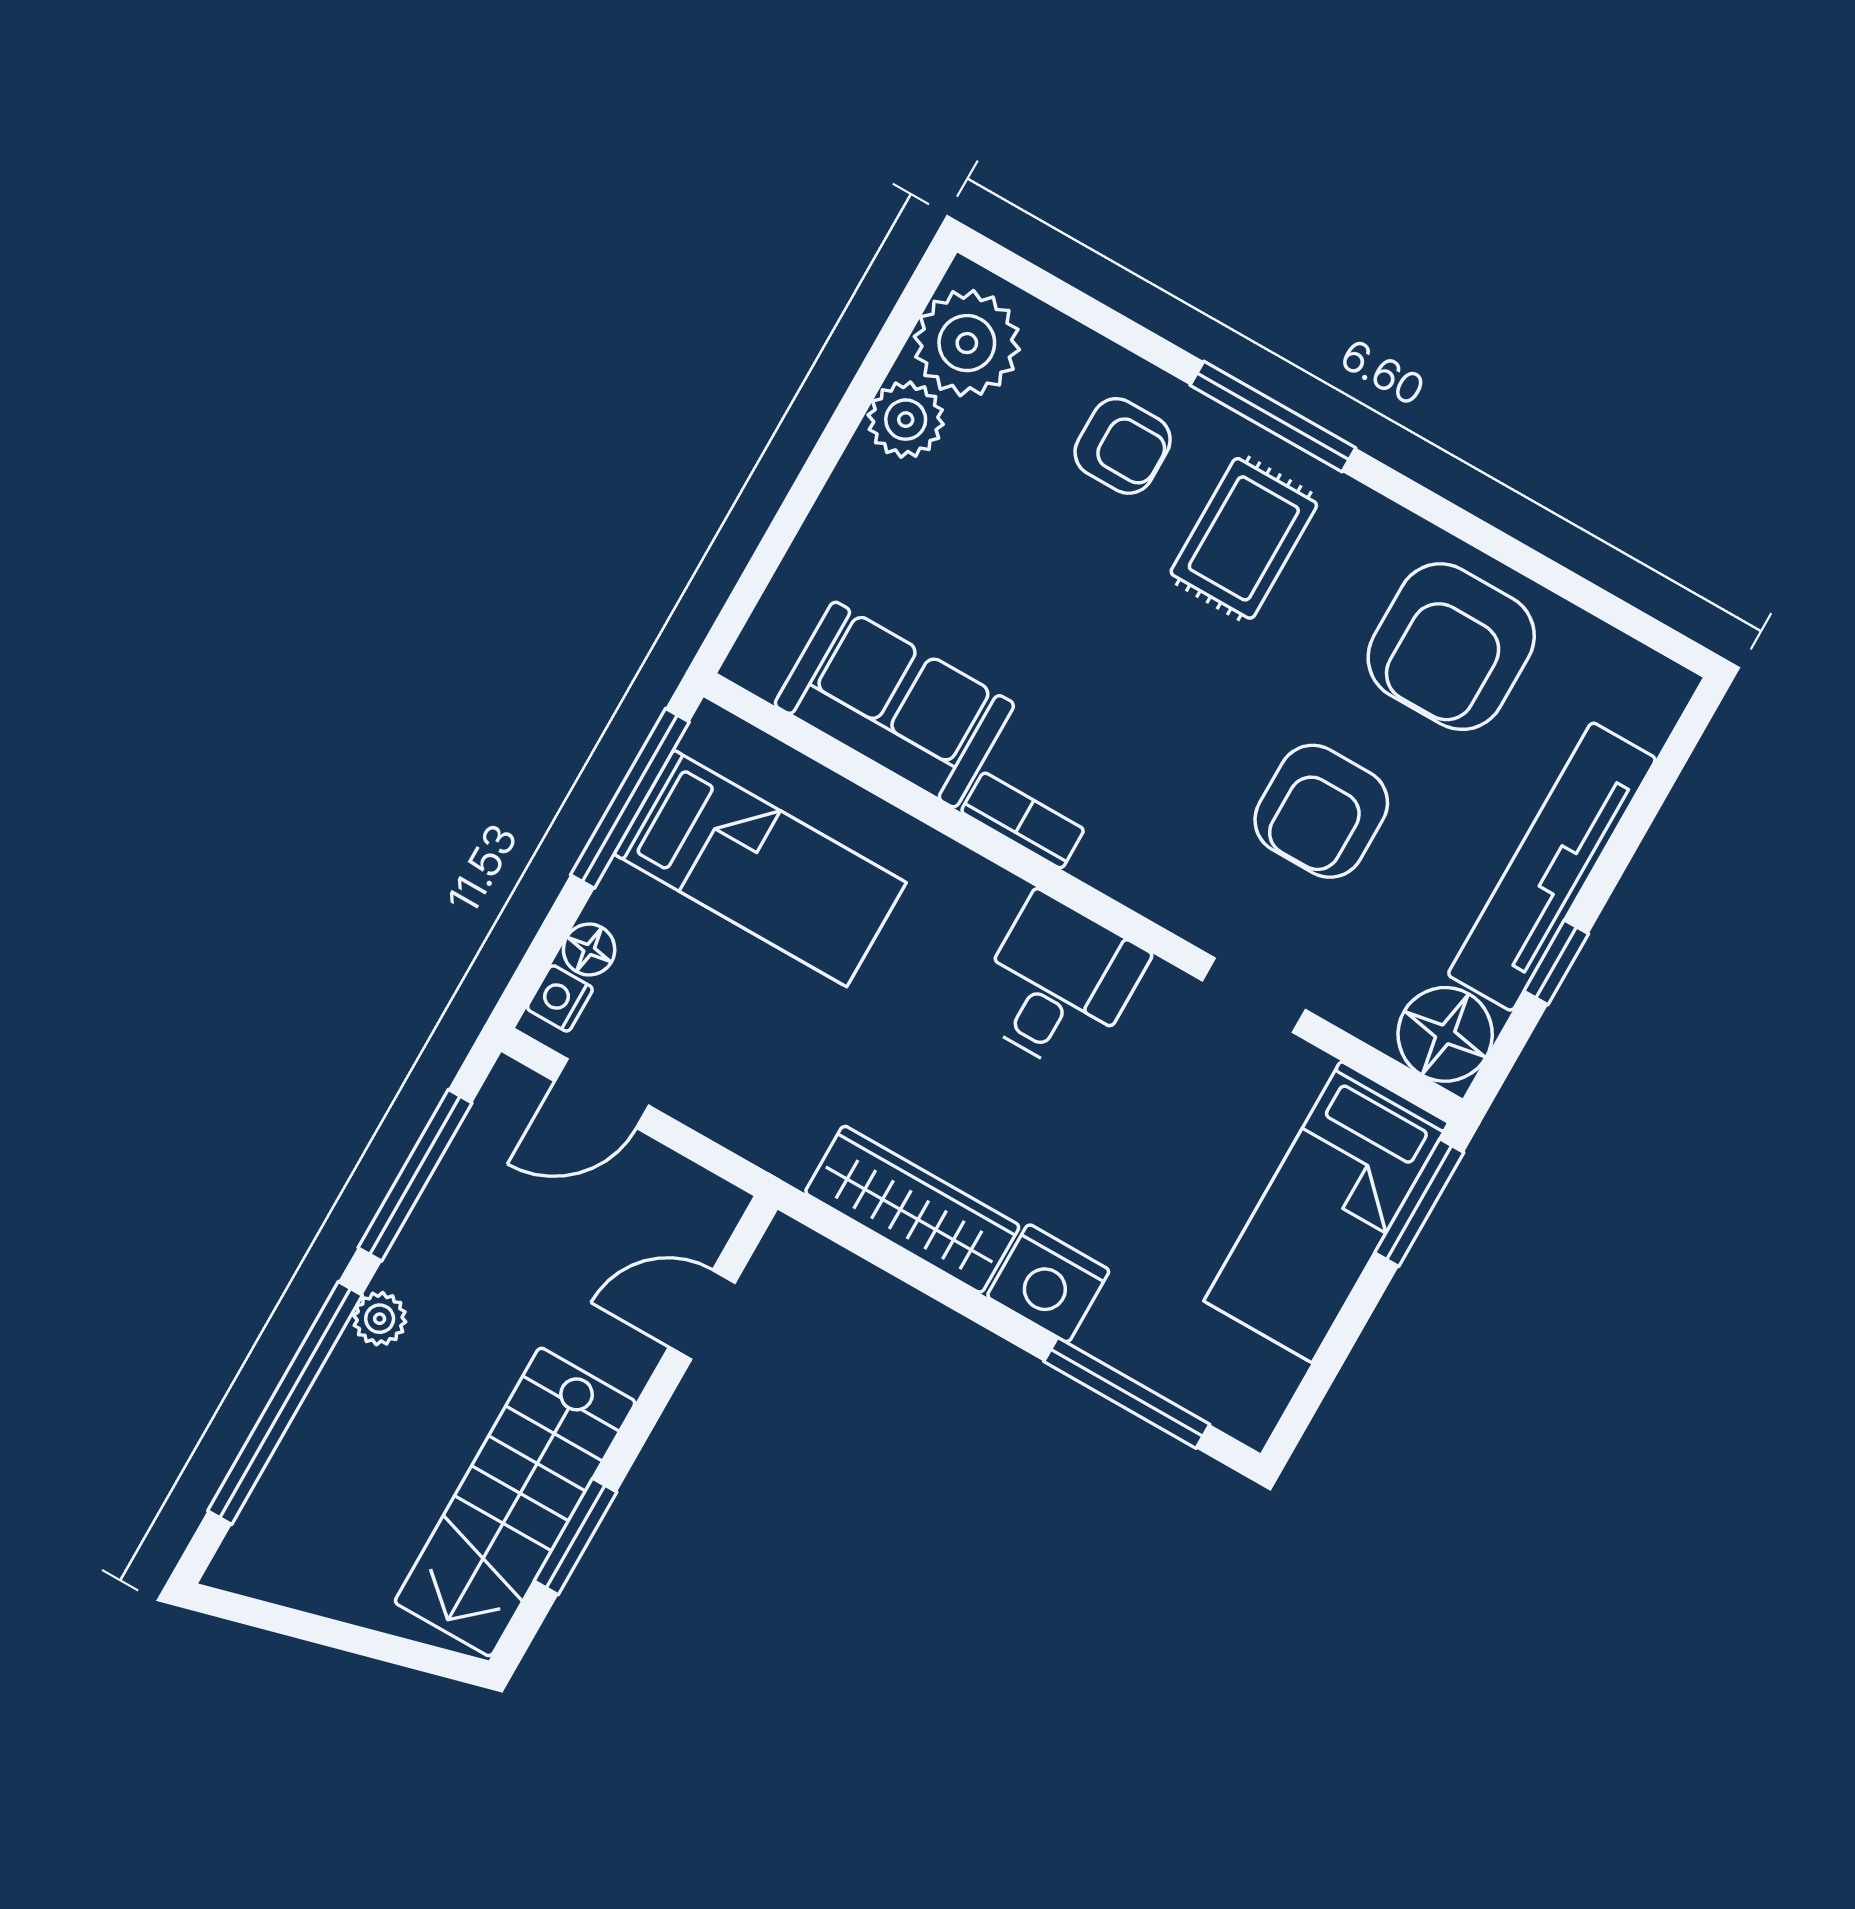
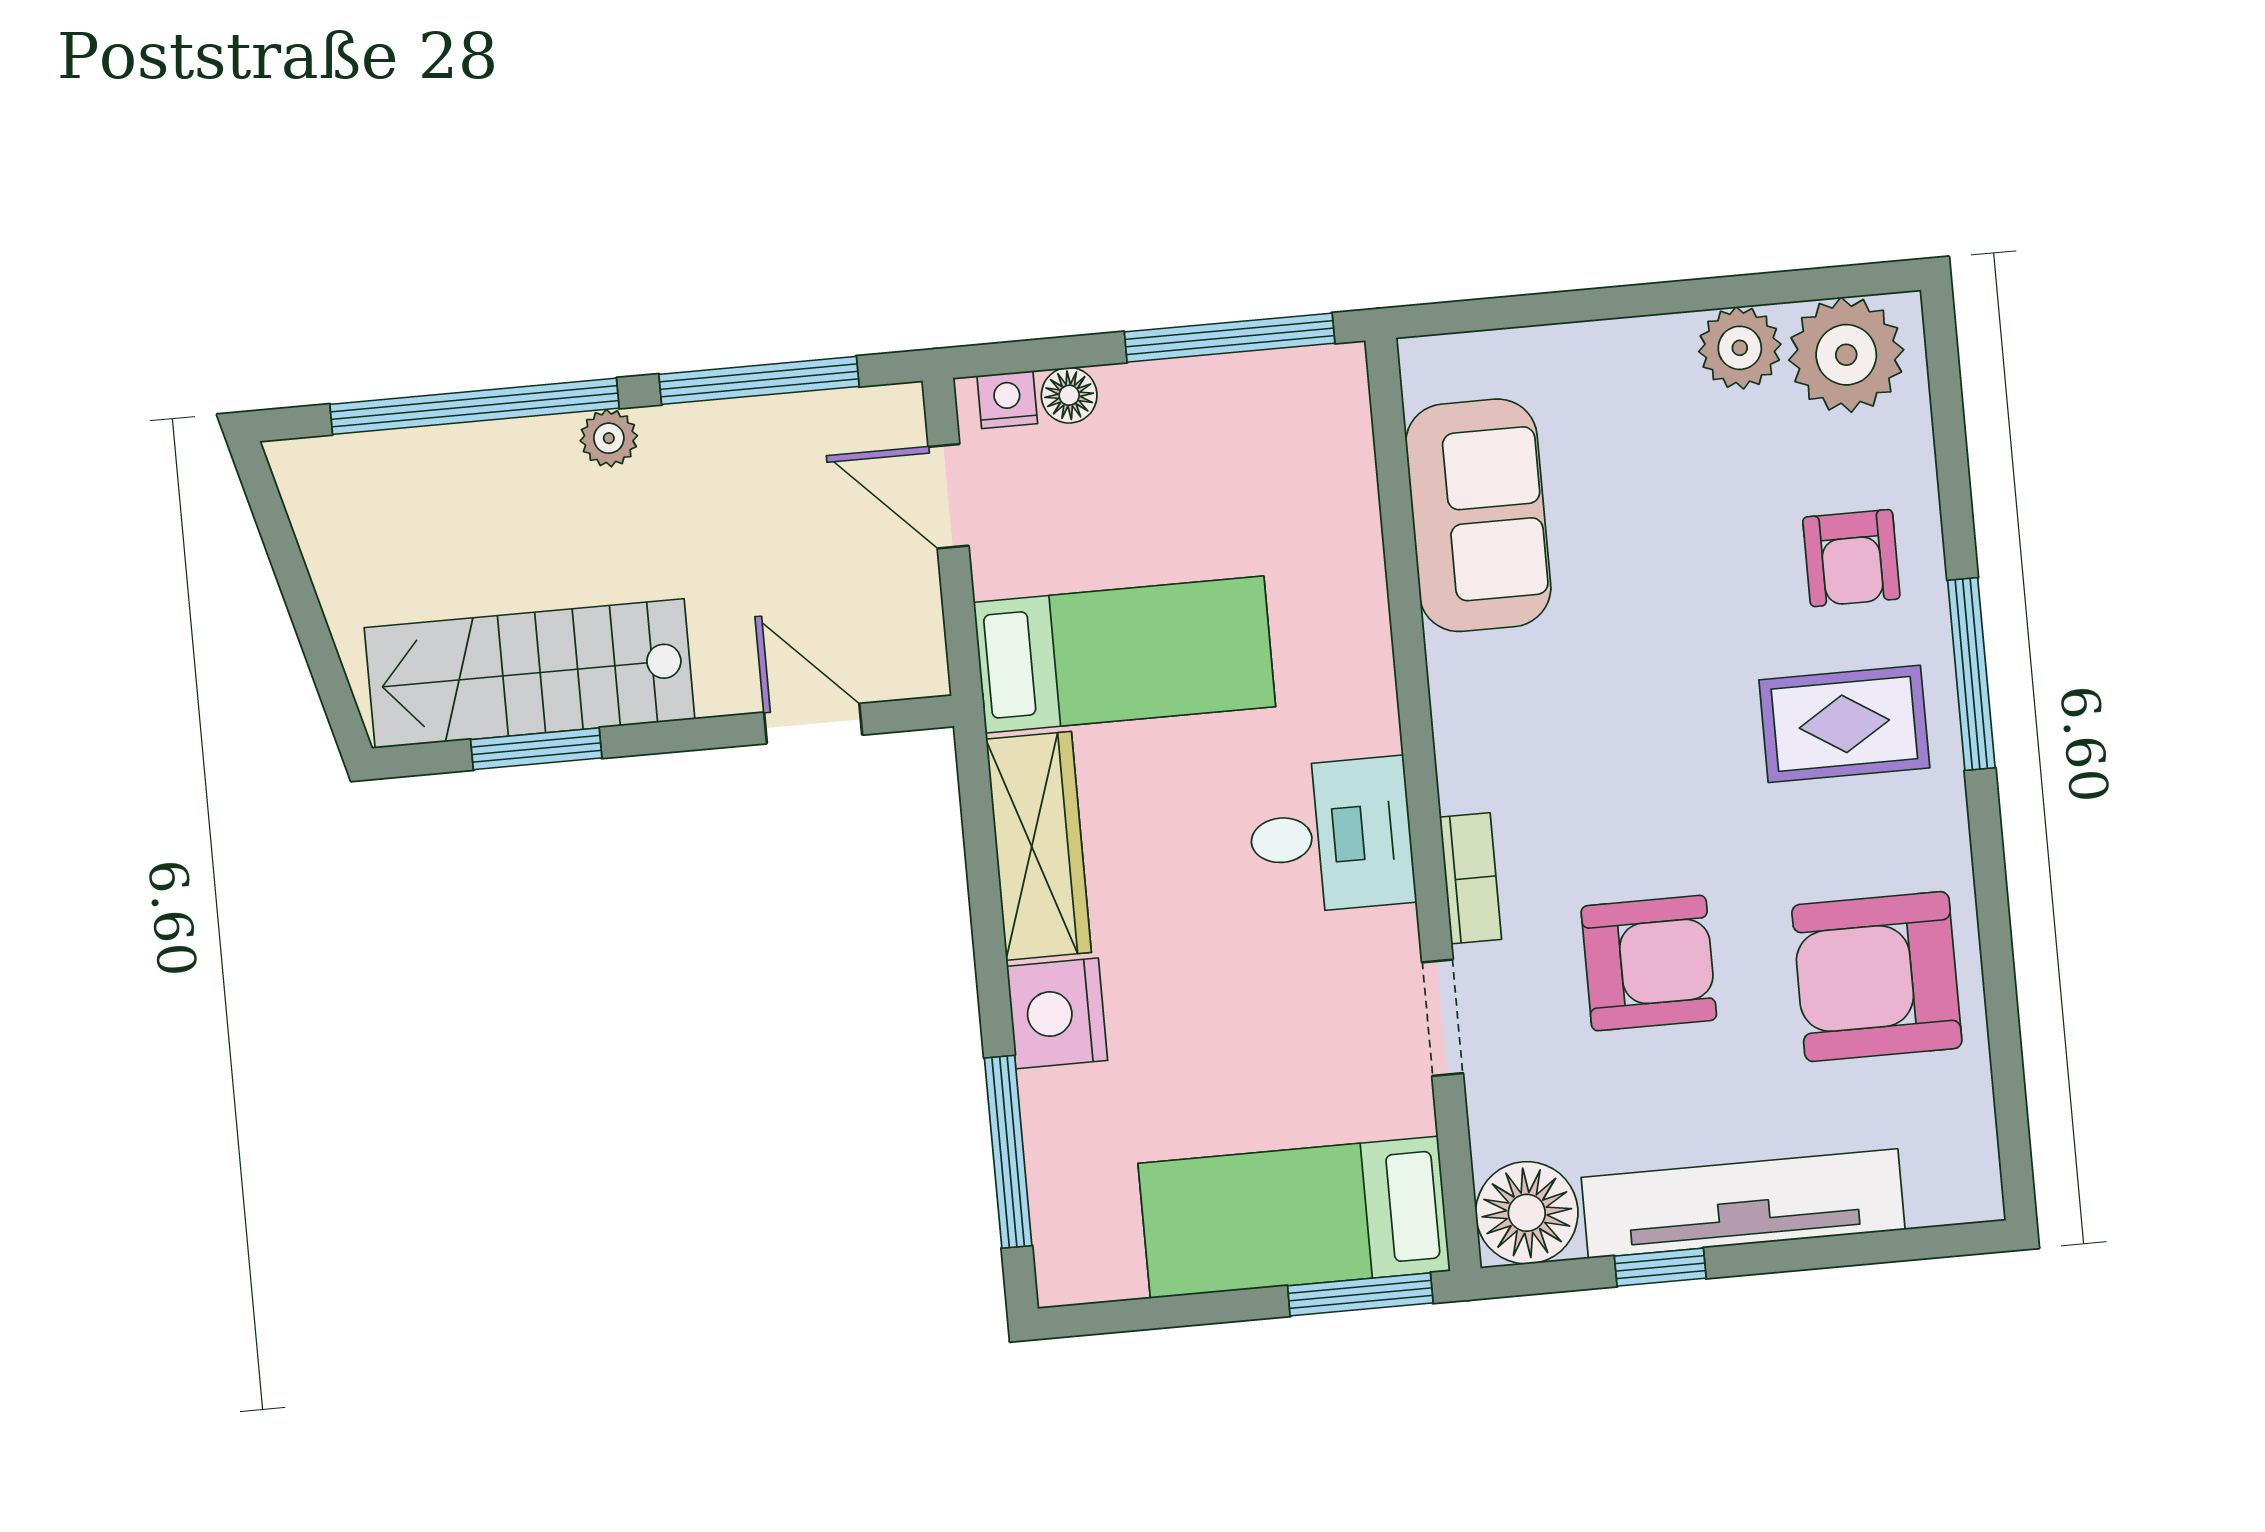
armchair: (1321, 811) -> (1649, 963), turned 180
bookcase: (1023, 820) -> (1471, 878), moved
bed: (760, 868) -> (1124, 654), moved, turned -90

